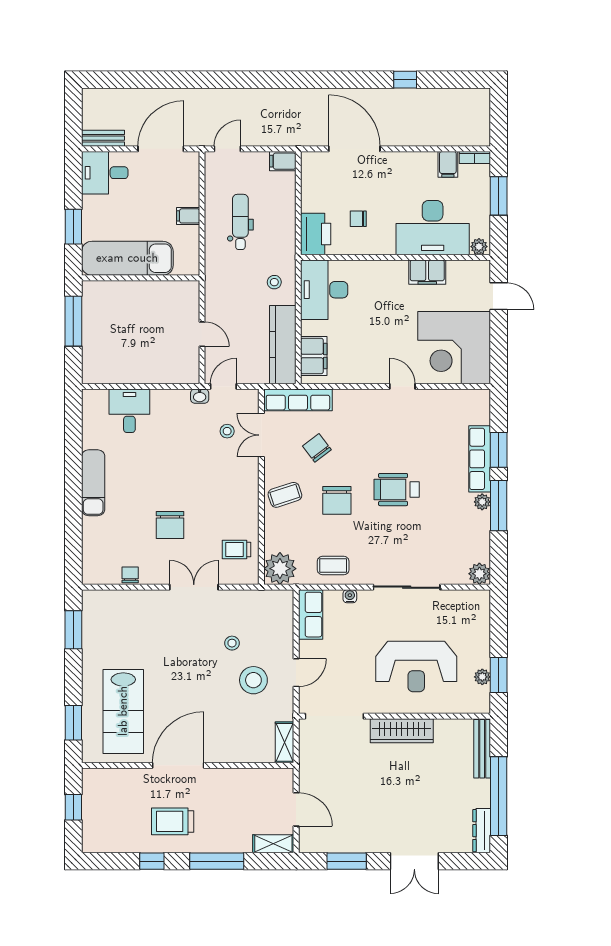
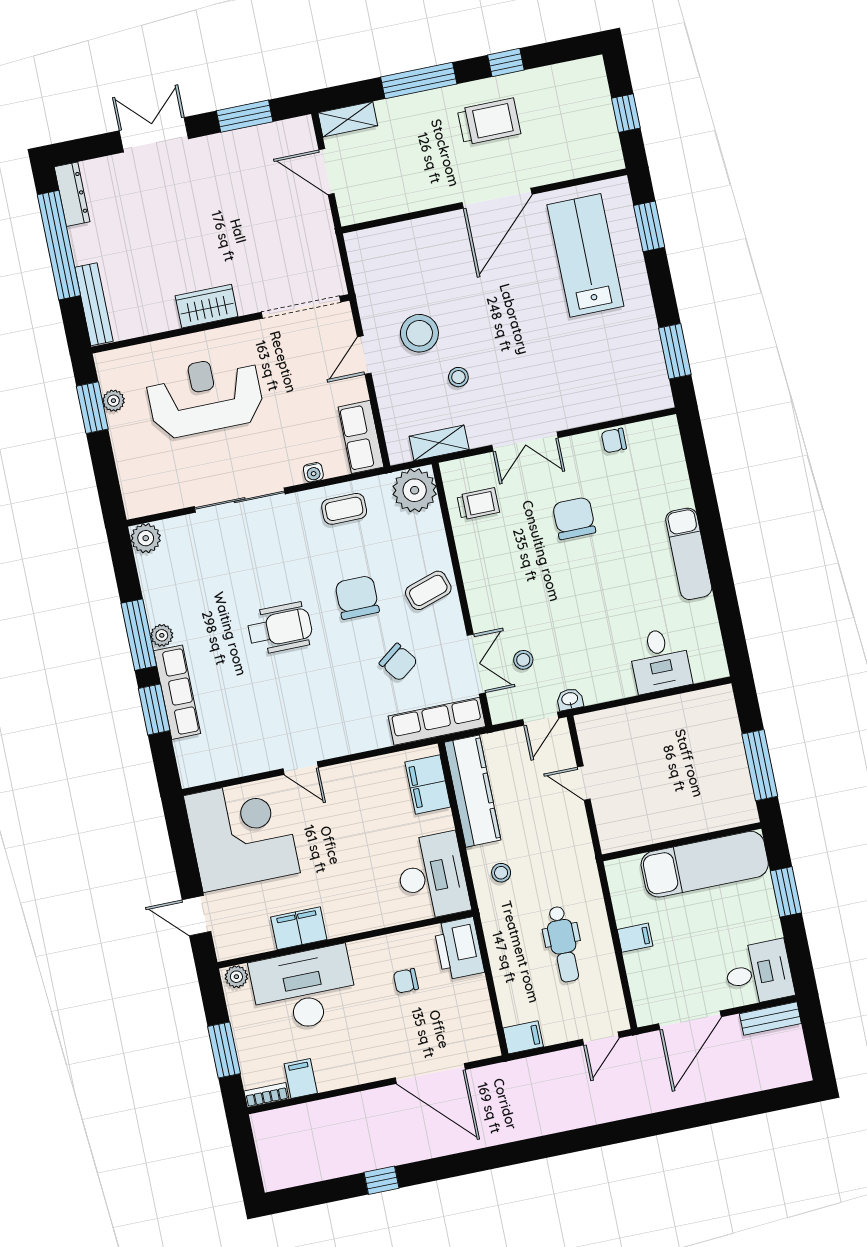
chair: (358, 219) -> (406, 981), turned 180
chair: (130, 575) -> (614, 440), turned 90
wardrobe: (402, 731) -> (207, 306), width x0.67
shelving: (285, 742) -> (439, 443), moved, turned 90

